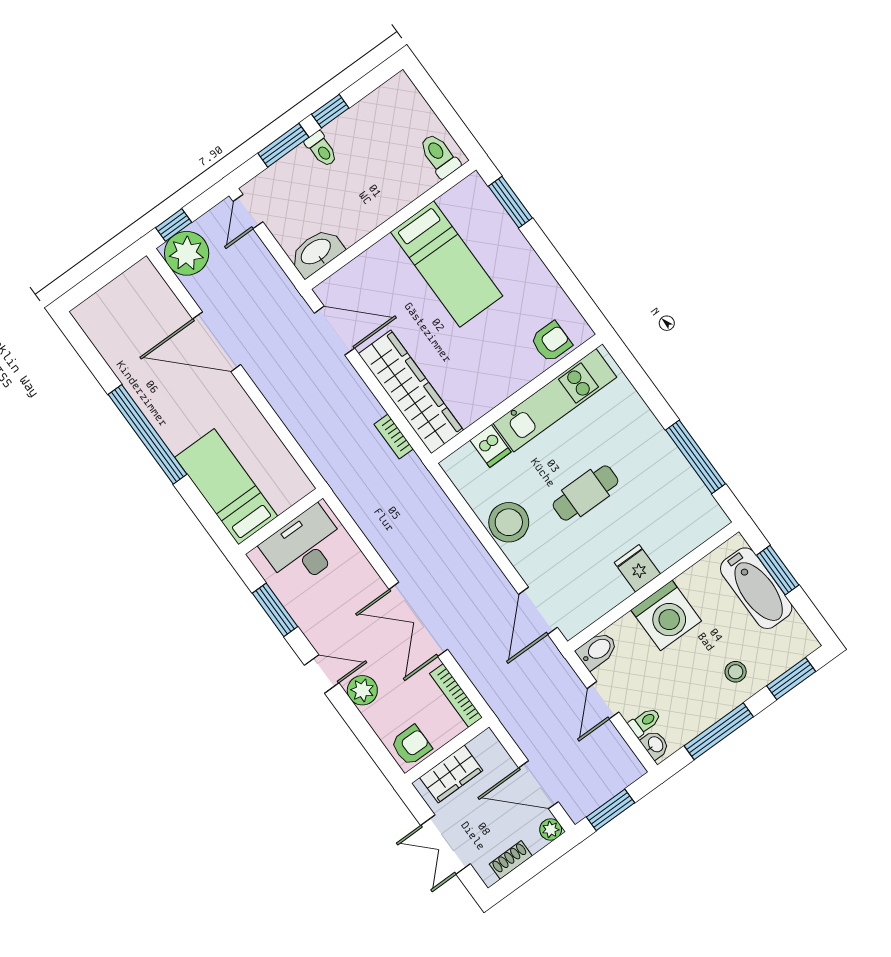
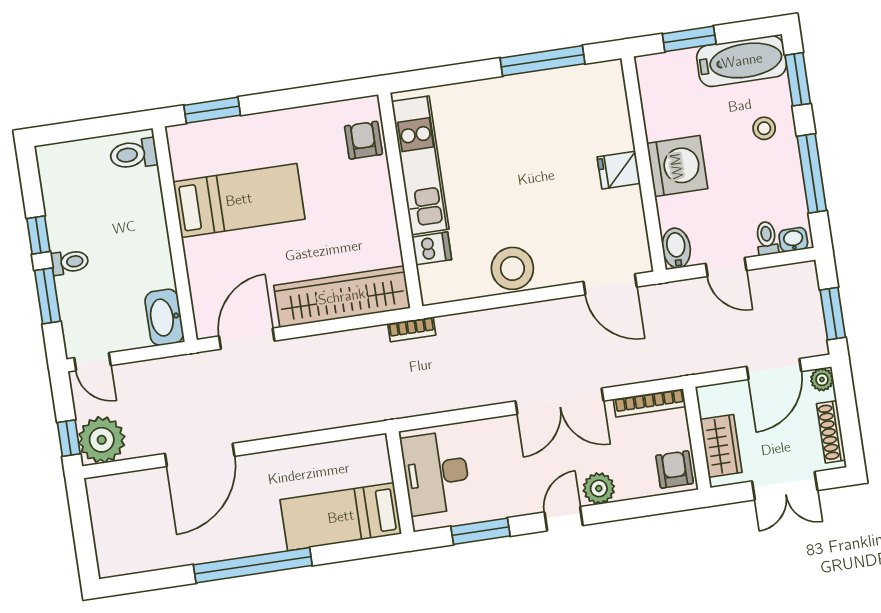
bookcase: (394, 437) -> (412, 329), moved
cafe table: (585, 493) -> (523, 182), removed
bathtub: (756, 588) -> (742, 61), moved
shoe rack: (511, 860) -> (831, 432), width x1.43

